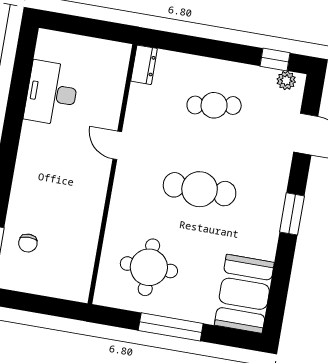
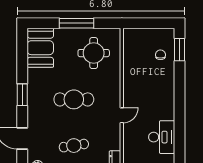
door: (117, 145) -> (122, 115), hinge flipped

